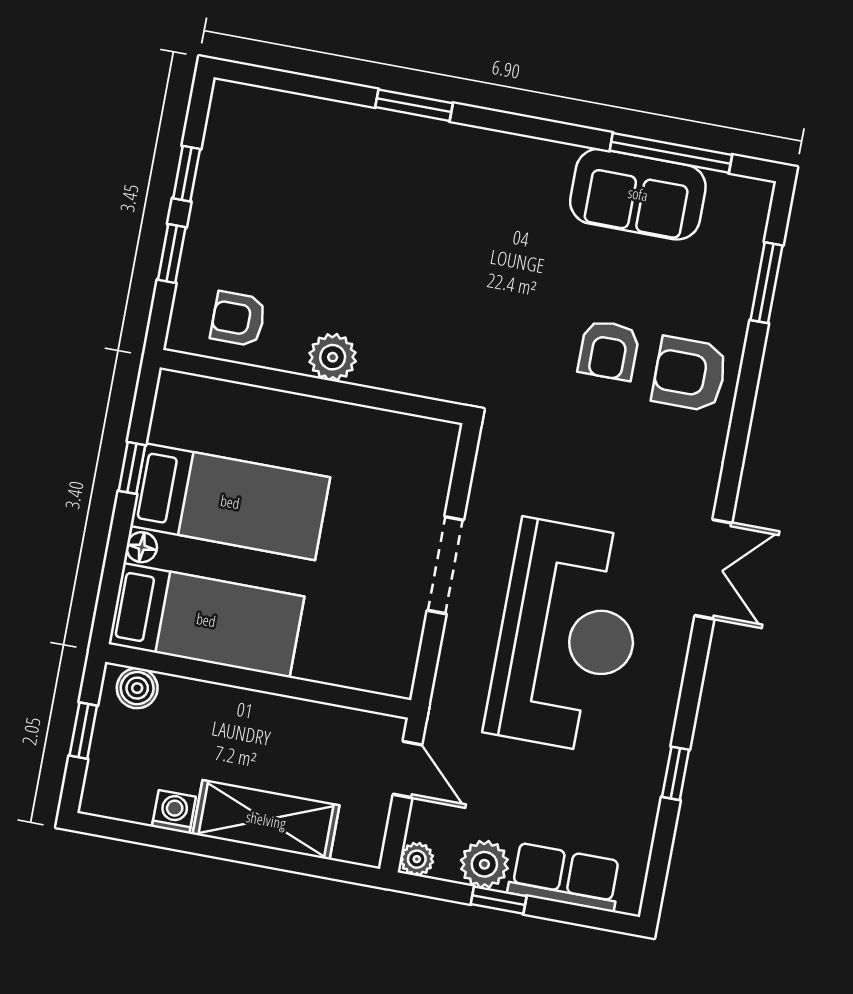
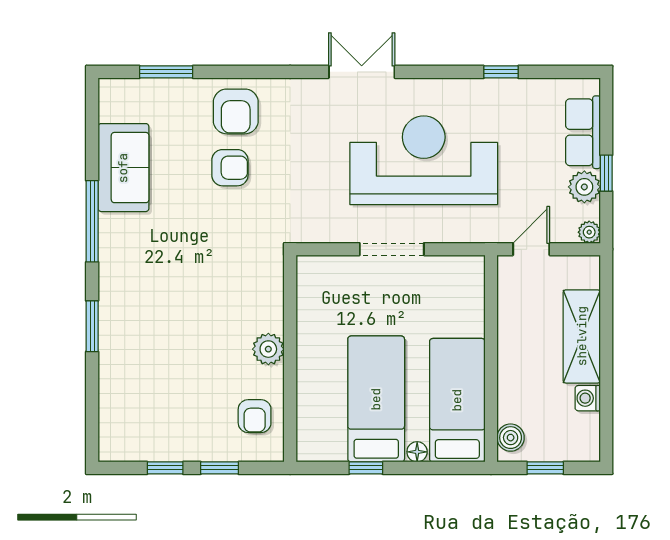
window: (671, 153) -> (92, 221), moved

